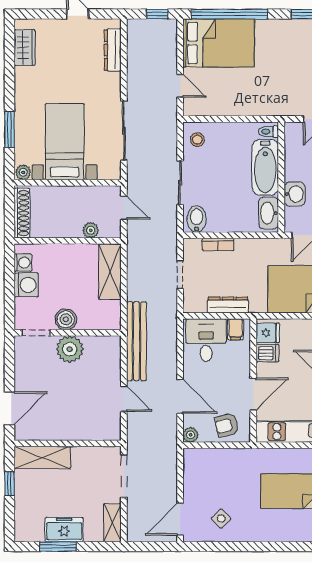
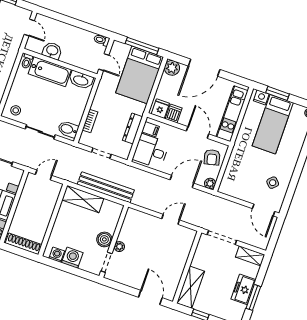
washbasin: (295, 194) -> (52, 51), moved
plant: (91, 230) -> (51, 202), removed
bench: (136, 341) -> (106, 187), moved
plant: (70, 349) -> (119, 247), width x0.53, depth x0.53

